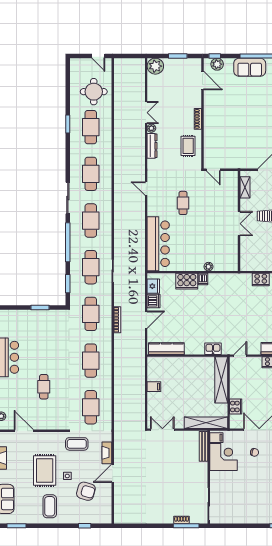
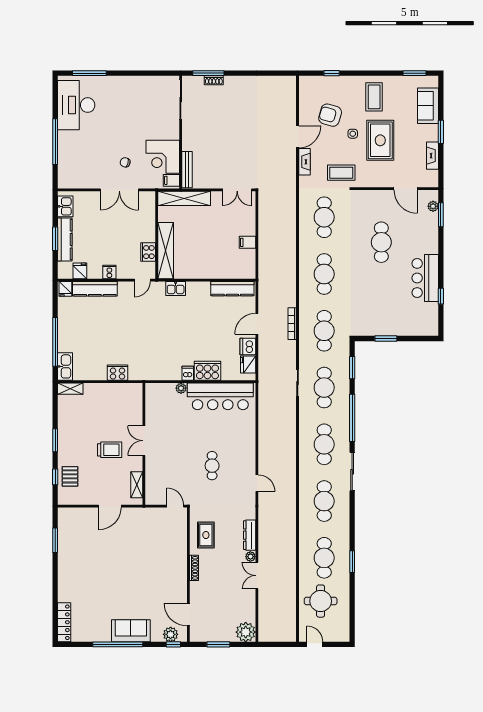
bar counter: (158, 244) -> (220, 396), moved, turned -90
cafe table: (44, 387) -> (381, 242), width x1.37, depth x1.35
cooker: (236, 406) -> (148, 252), moved

